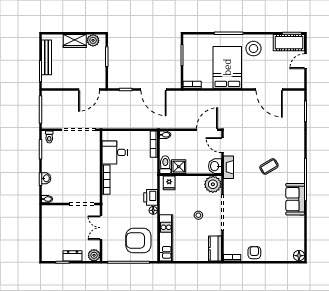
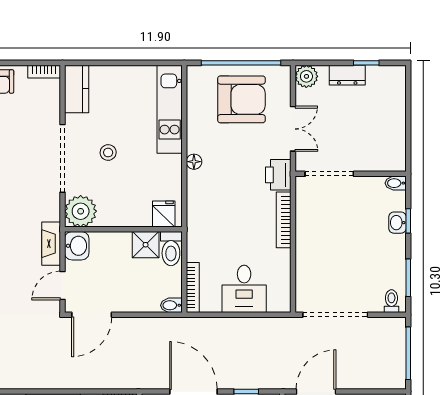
door: (222, 145) -> (63, 286), swing flipped
desk: (115, 152) -> (244, 289), moved, turned 90
printer: (151, 197) -> (278, 175), moved, turned 180
armchair: (138, 241) -> (241, 99), moved

